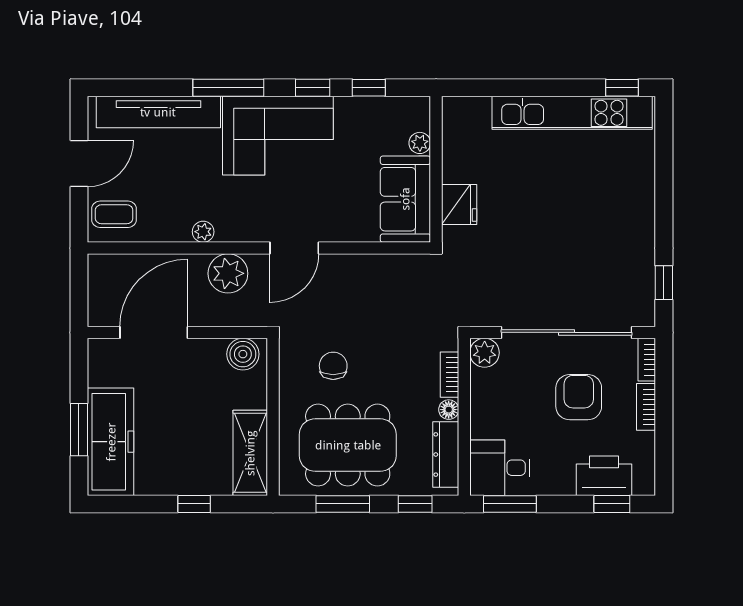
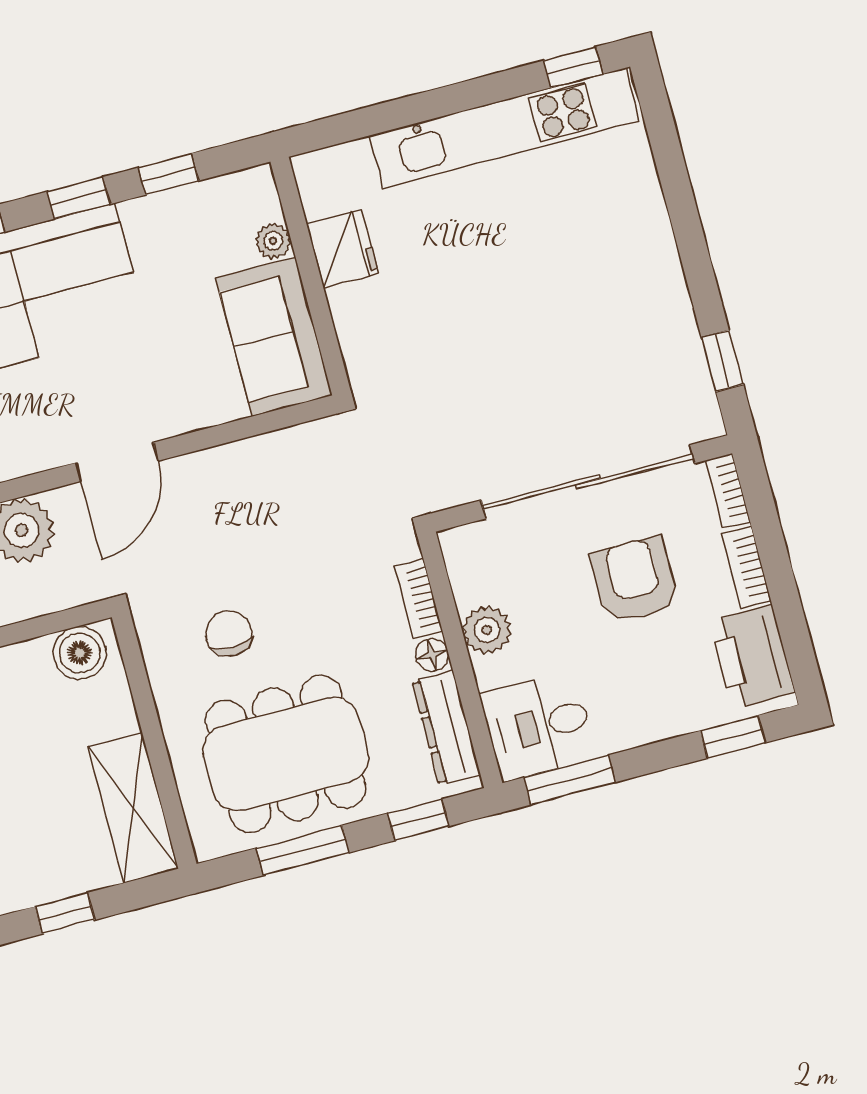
fridge: (459, 204) -> (343, 249), moved
plant: (485, 353) -> (487, 630), moved
printer: (604, 476) -> (752, 657), moved, turned -90

